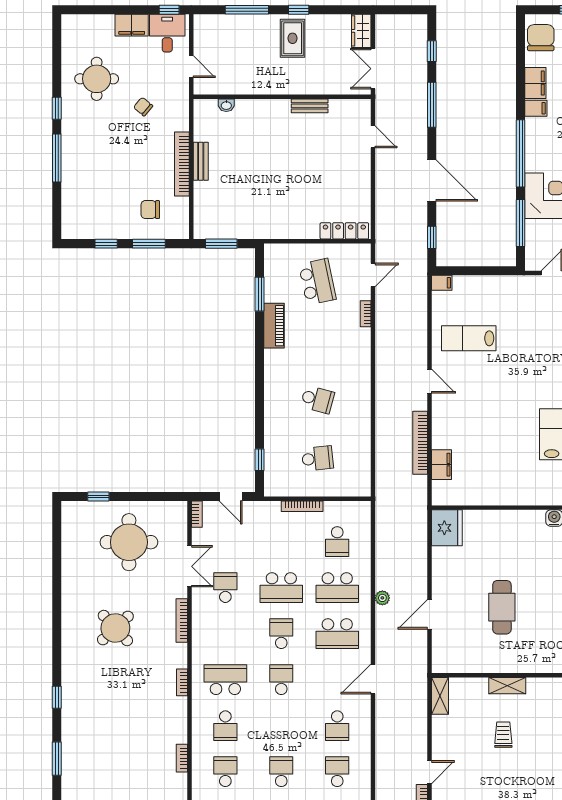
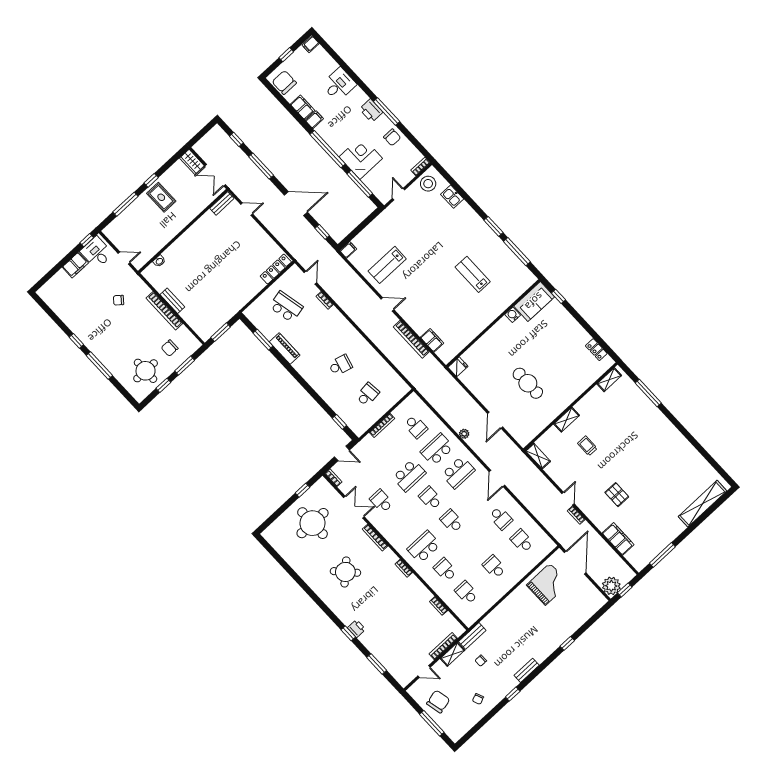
round table: (97, 79) -> (146, 371), moved
bench: (310, 106) -> (222, 203), moved
window: (98, 497) -> (302, 490), moved
fridge: (447, 528) -> (458, 367), width x0.53, depth x0.75
school desk: (337, 588) -> (437, 449), turned 180
printer: (70, 700) -> (356, 629), added
school desk: (225, 726) -> (445, 570), turned 180

